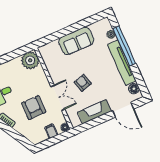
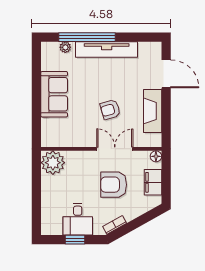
floor lamp: (134, 89) -> (146, 49), removed
door: (123, 110) -> (166, 74), hinge flipped
filing cabinet: (51, 131) -> (153, 182), width x2.00

